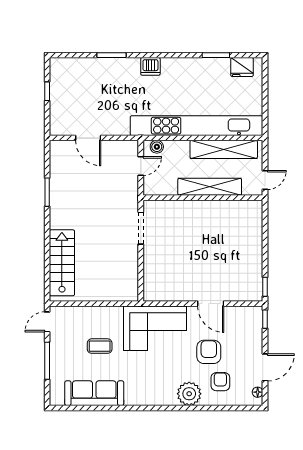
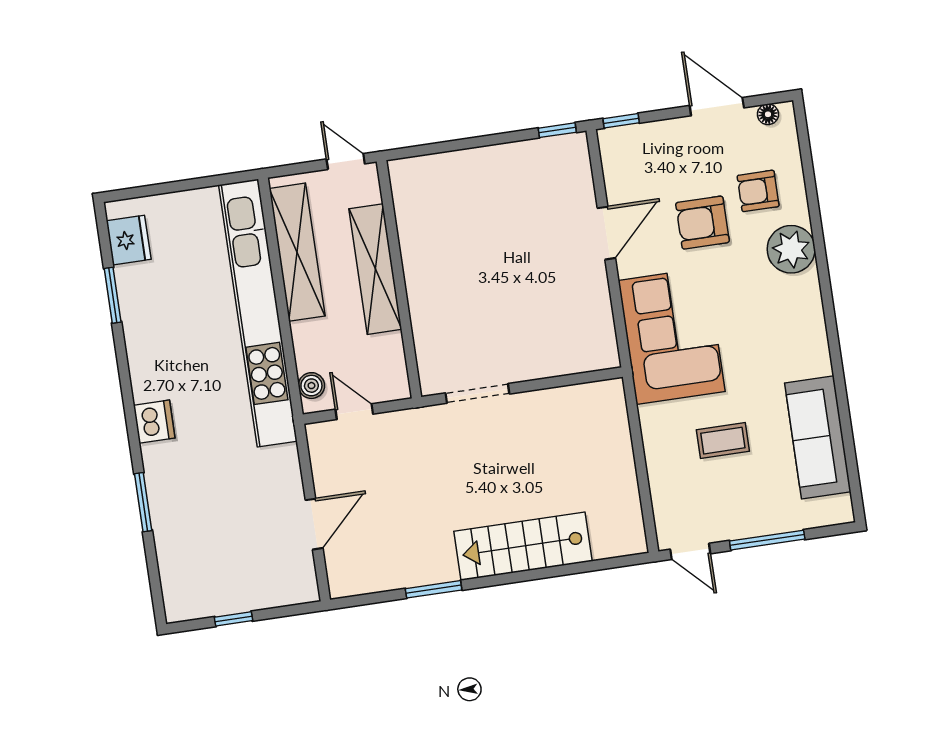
stairs: (62, 263) -> (523, 546), moved
coffee table: (100, 346) -> (723, 441), turned 90

